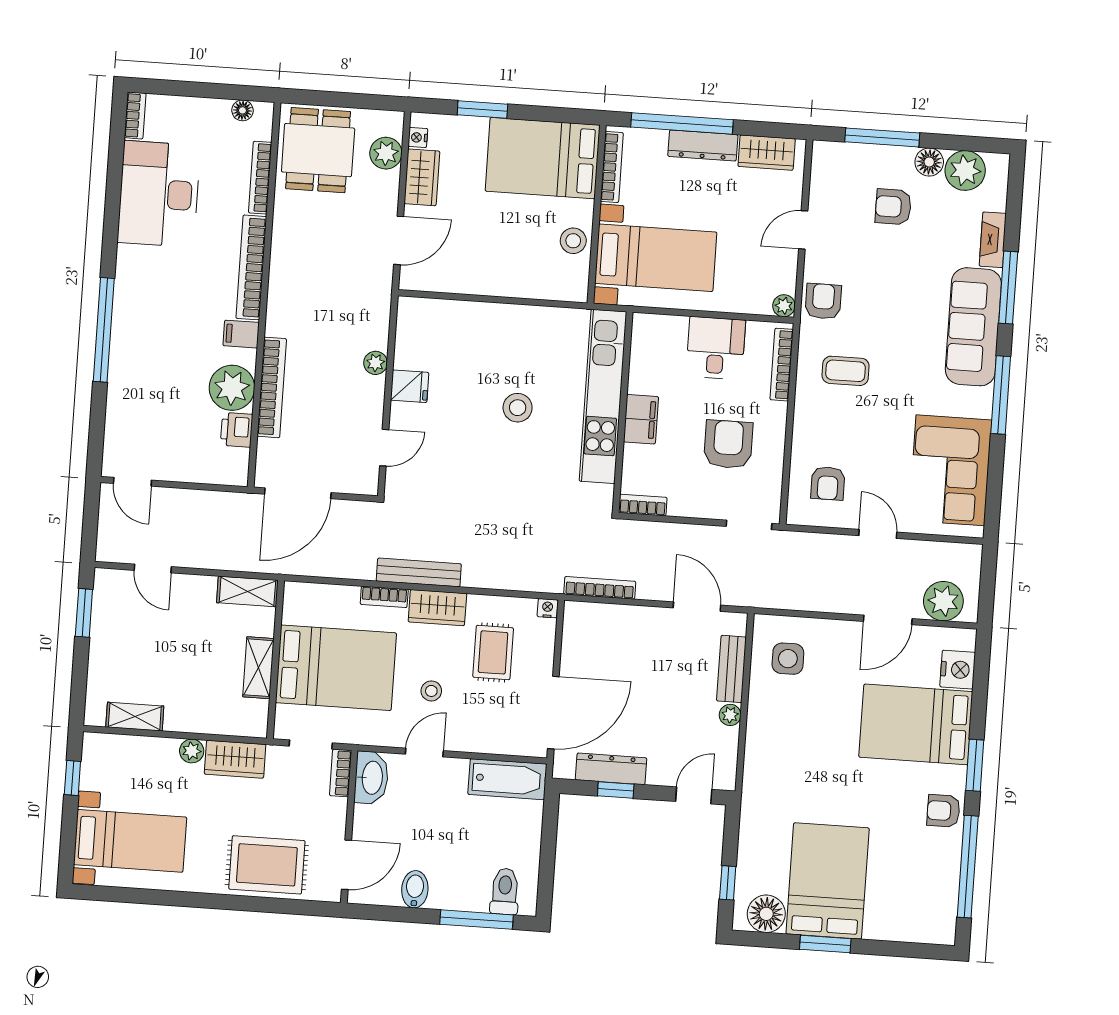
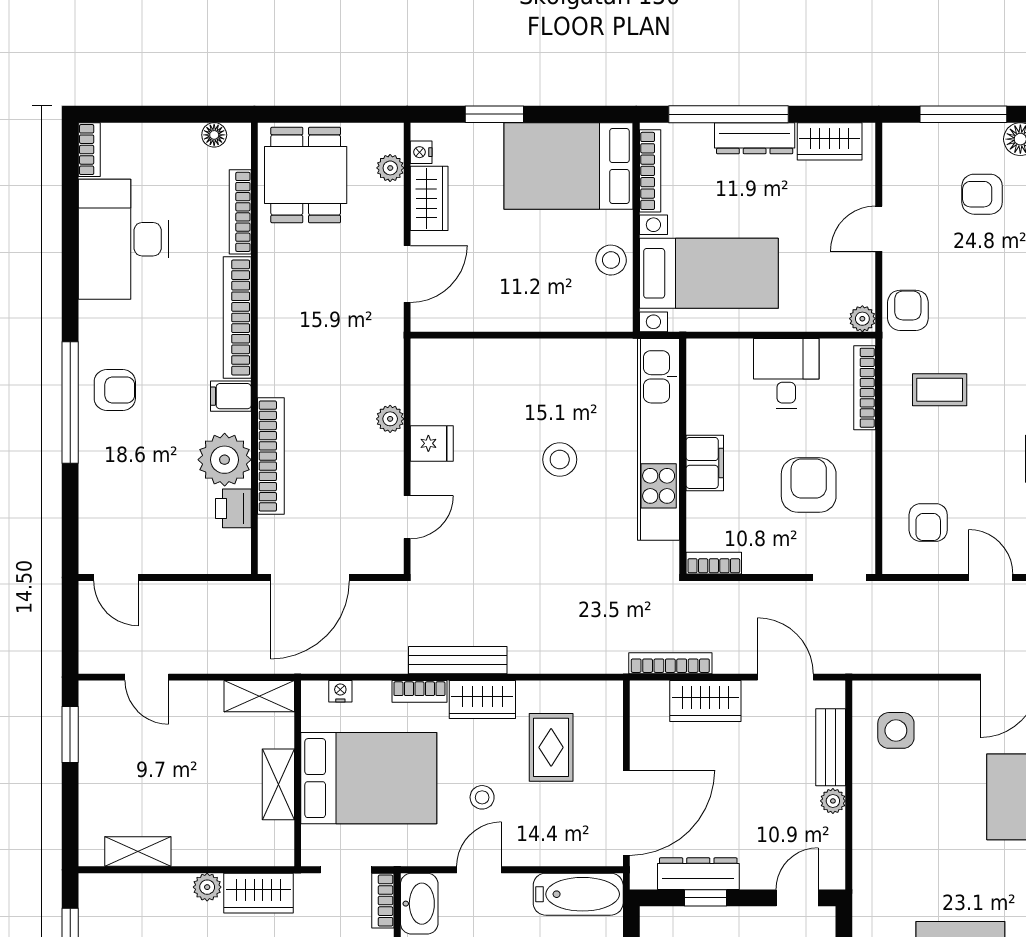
plant: (386, 153) -> (390, 168), width x0.73, depth x0.73
armchair: (143, 322) -> (115, 390), added
nightstand: (548, 608) -> (340, 691), moved
wardrobe: (627, 622) -> (705, 701), added

